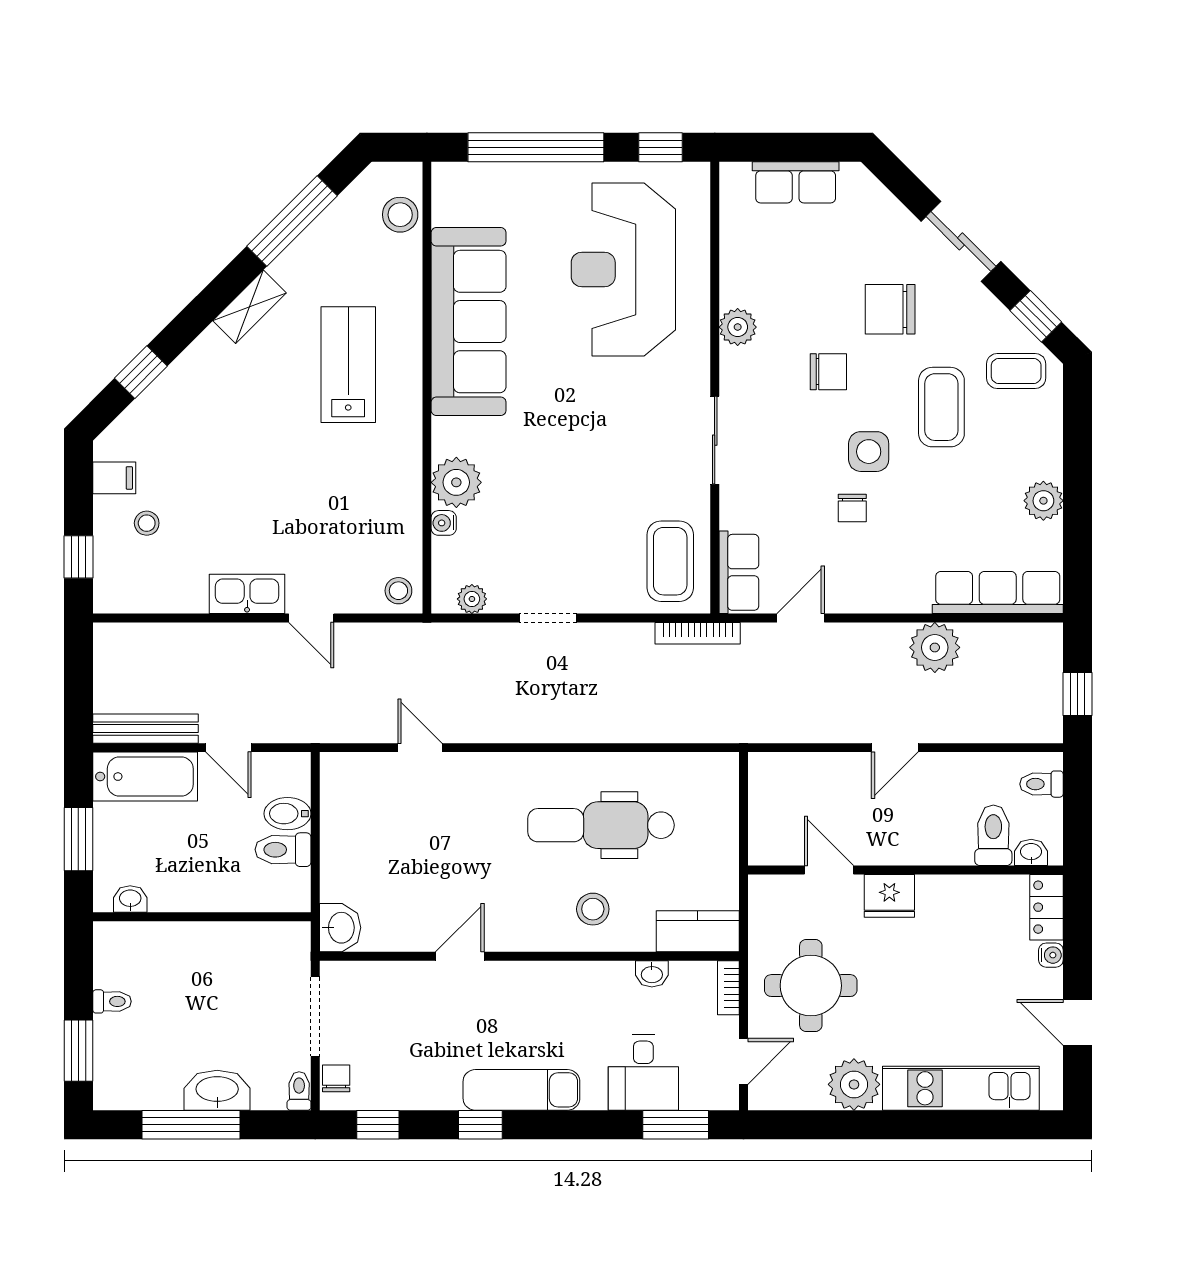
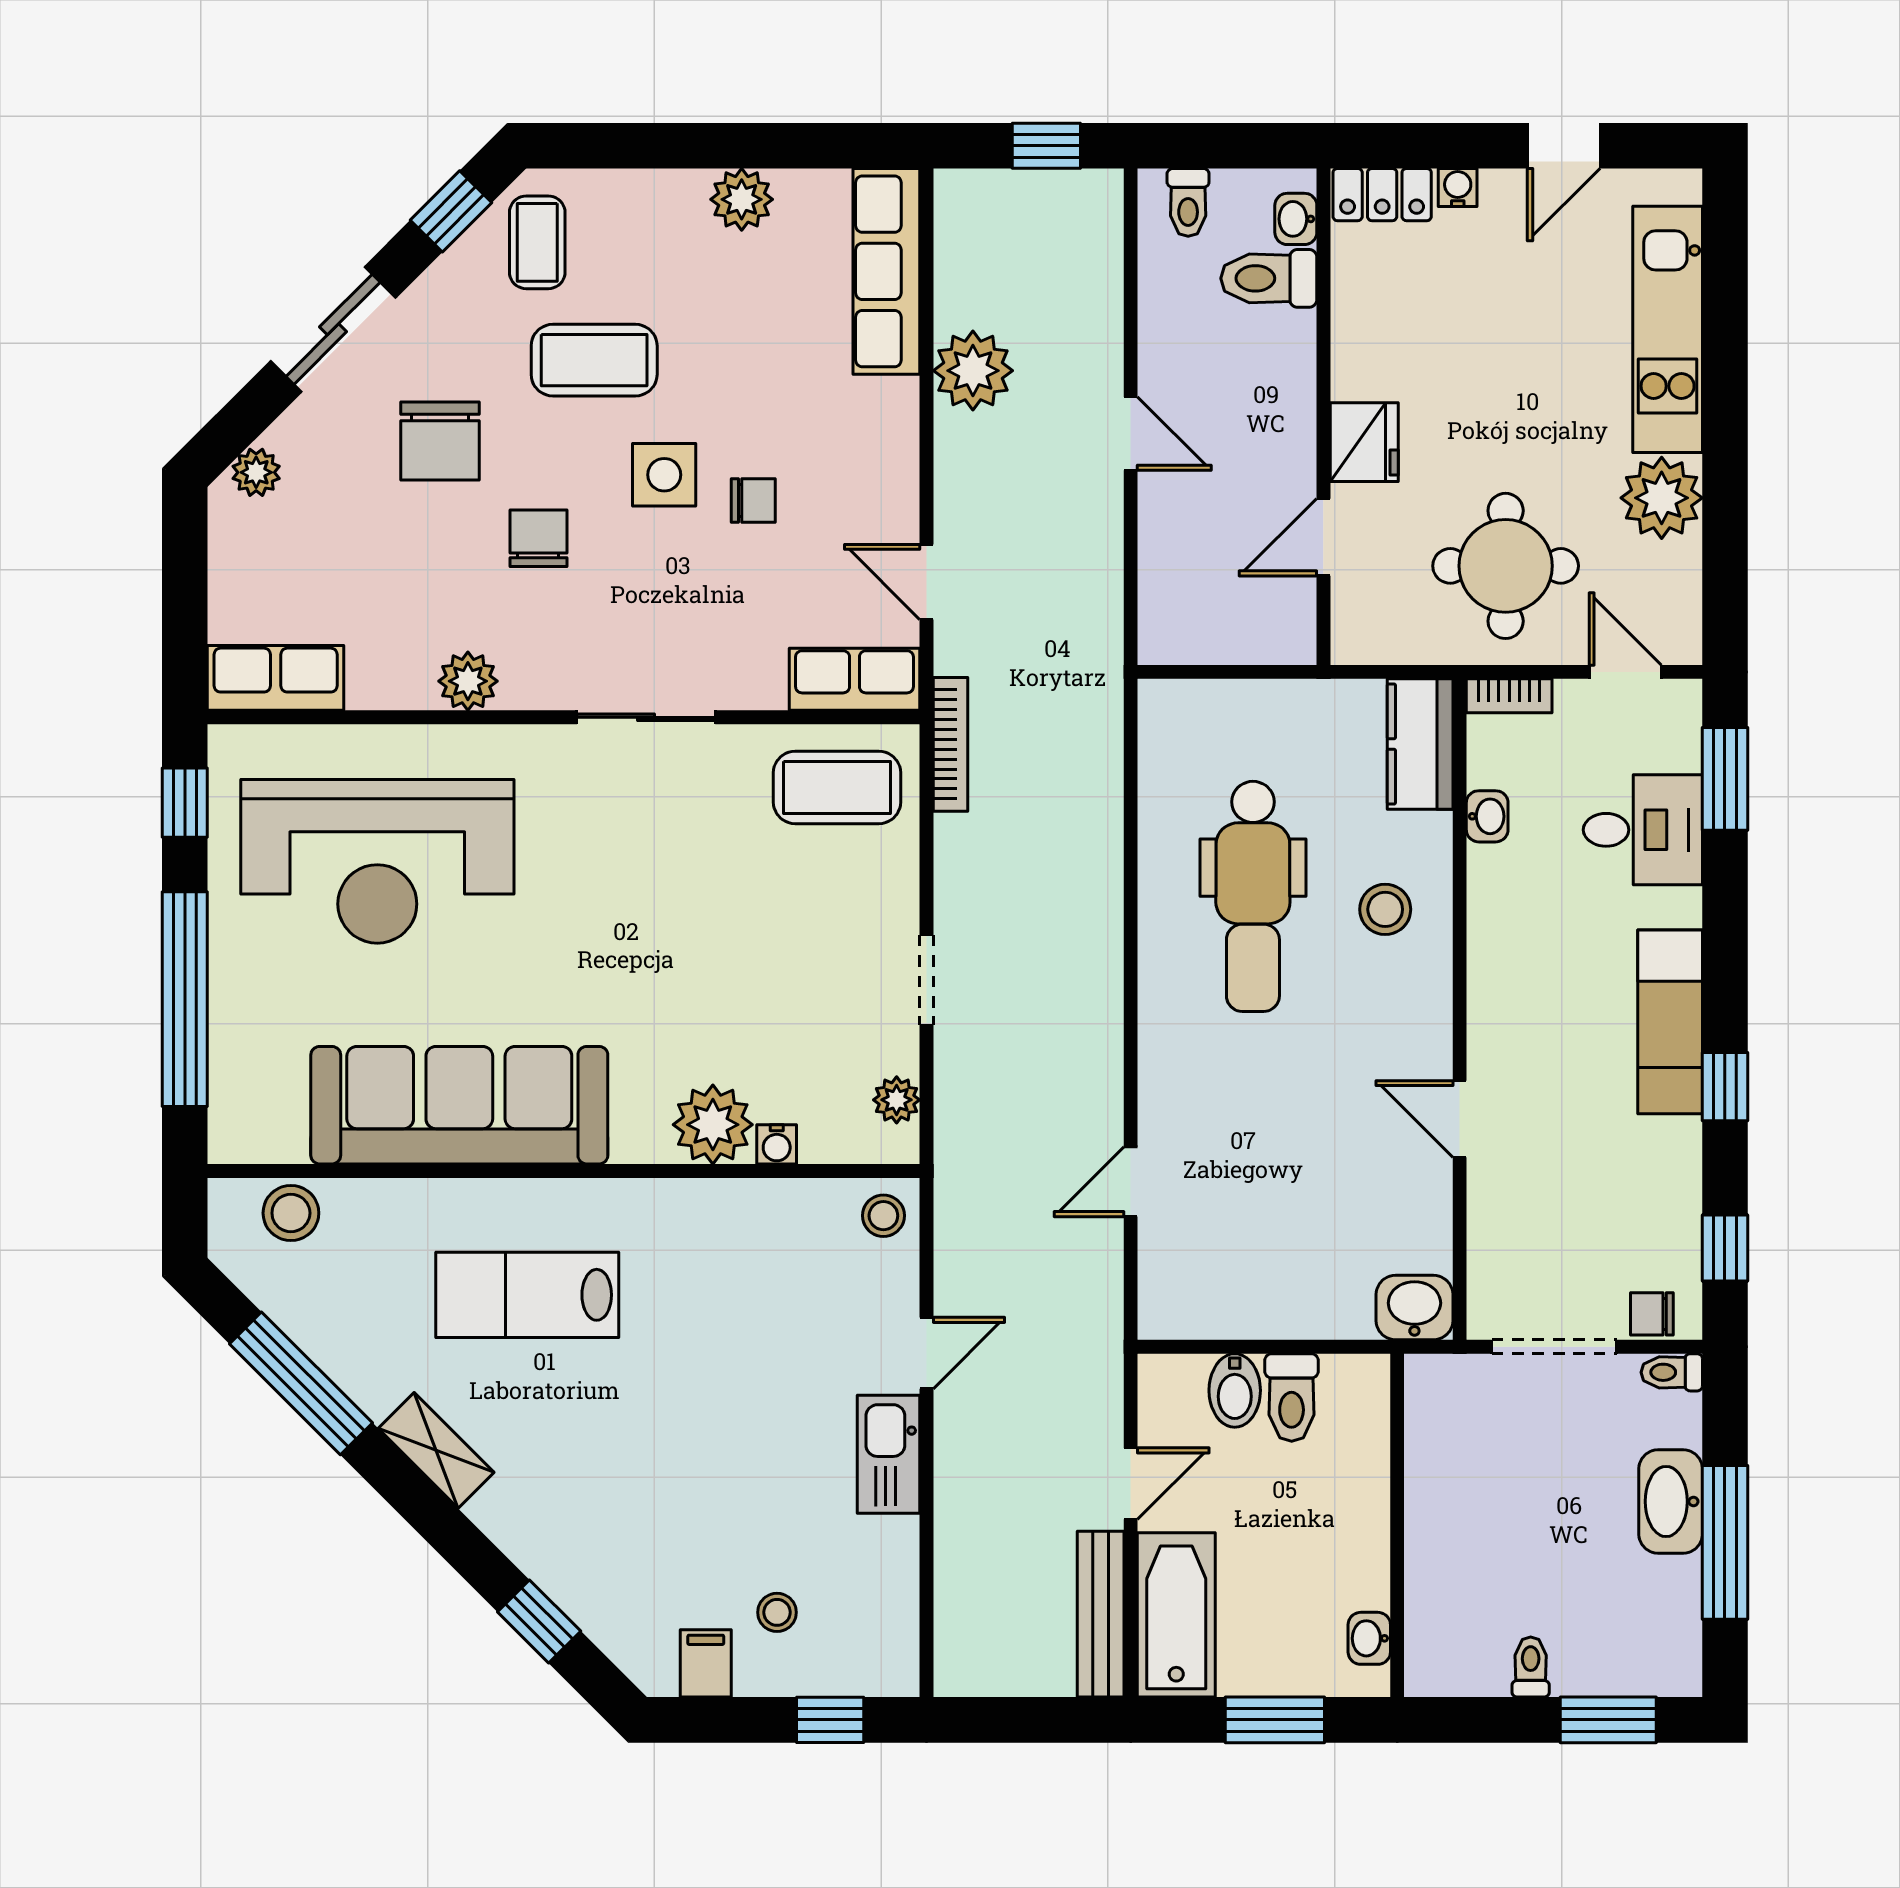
row of seats: (796, 182) -> (276, 678), moved, turned -90
plant: (870, 193) -> (256, 472), added

